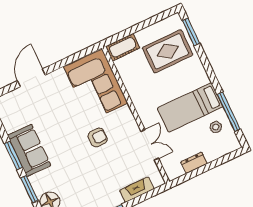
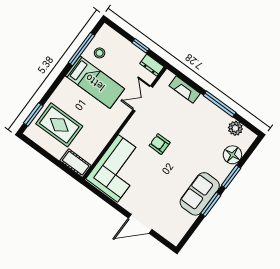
dresser: (194, 163) -> (152, 65), moved
window: (201, 170) -> (141, 46), added

